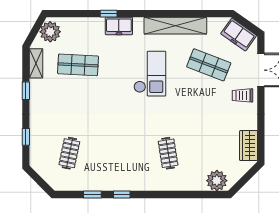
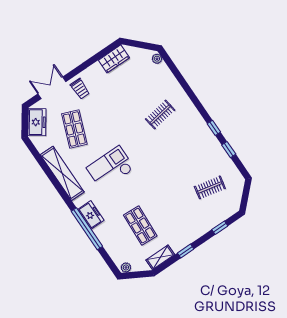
window: (109, 14) -> (87, 229), width x3.17
plant: (50, 32) -> (126, 267), width x0.53, depth x0.53
plant: (217, 181) -> (157, 59), width x0.53, depth x0.53

